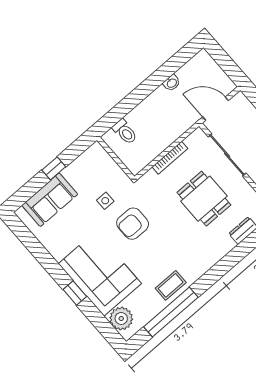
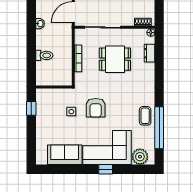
toilet: (125, 132) -> (44, 55), moved
window: (54, 168) -> (31, 108), moved
sofa: (50, 200) -> (65, 155), moved, turned -90

